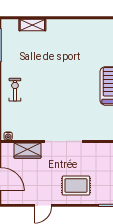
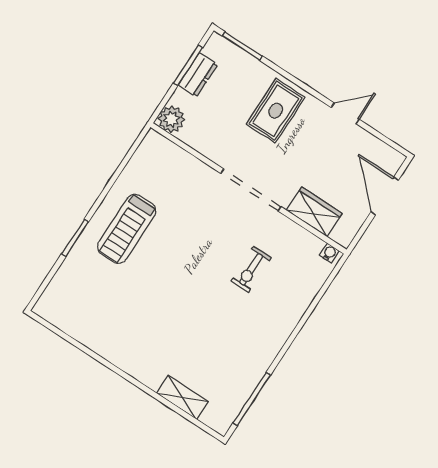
exercise bike: (15, 90) -> (251, 269), moved
rug: (76, 186) -> (276, 111), turned 90

